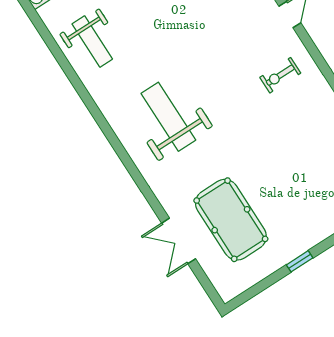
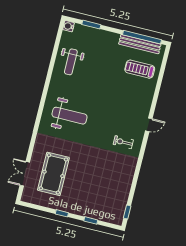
weight bench: (168, 117) -> (70, 116), turned 90
double door: (179, 241) -> (25, 174), moved

